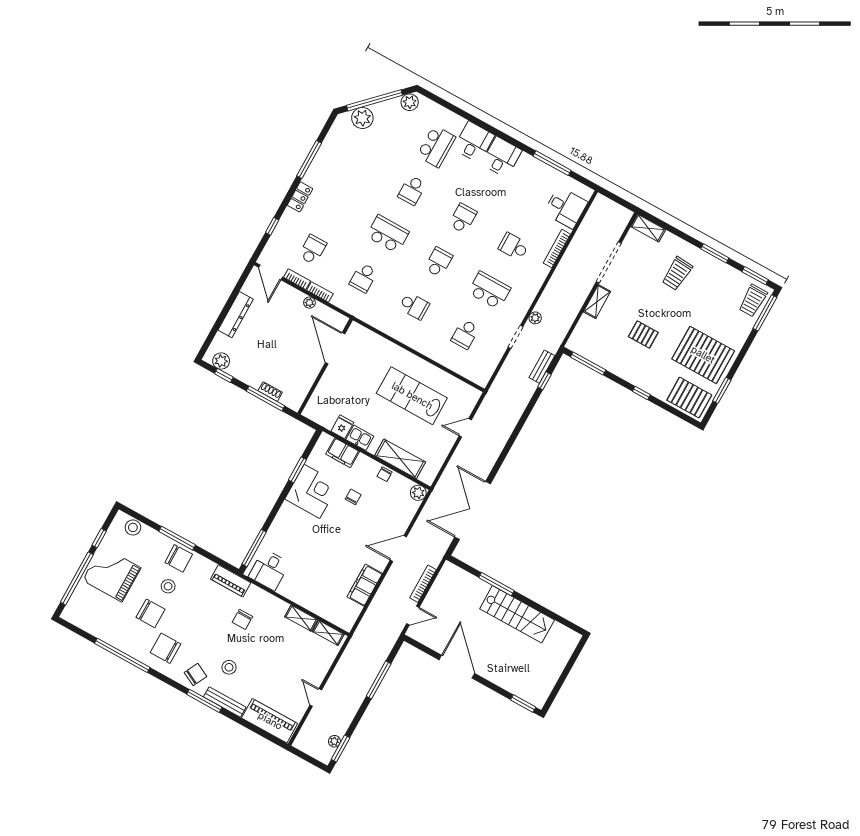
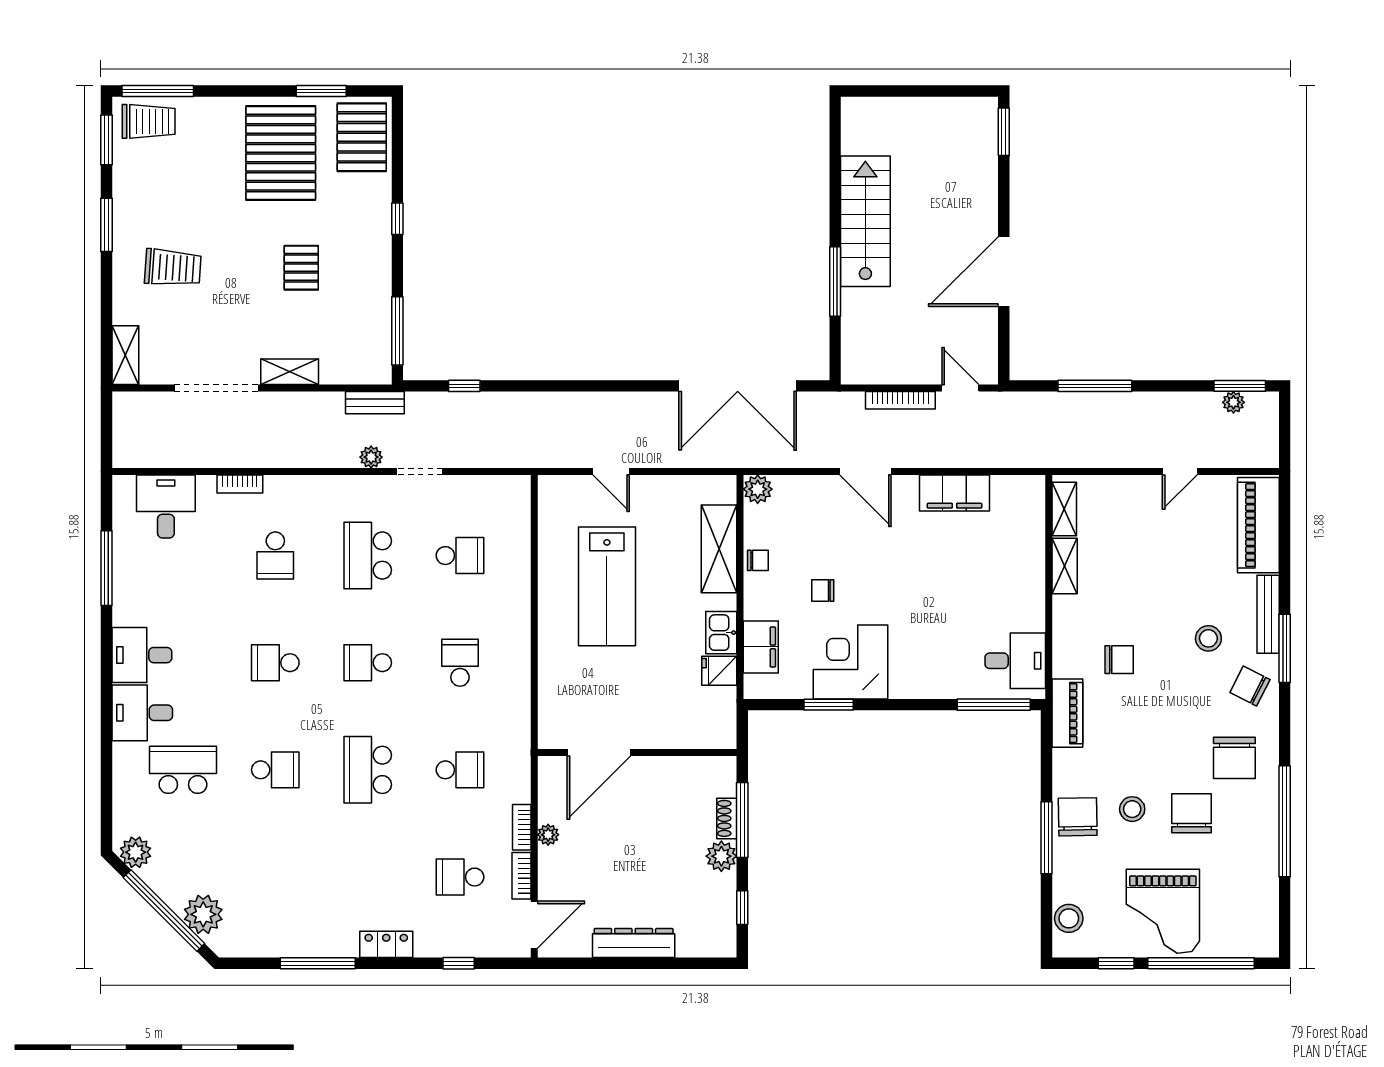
bookcase: (557, 249) -> (240, 484), width x0.64
plant: (221, 361) -> (721, 856), moved
bench: (542, 367) -> (375, 403), moved

